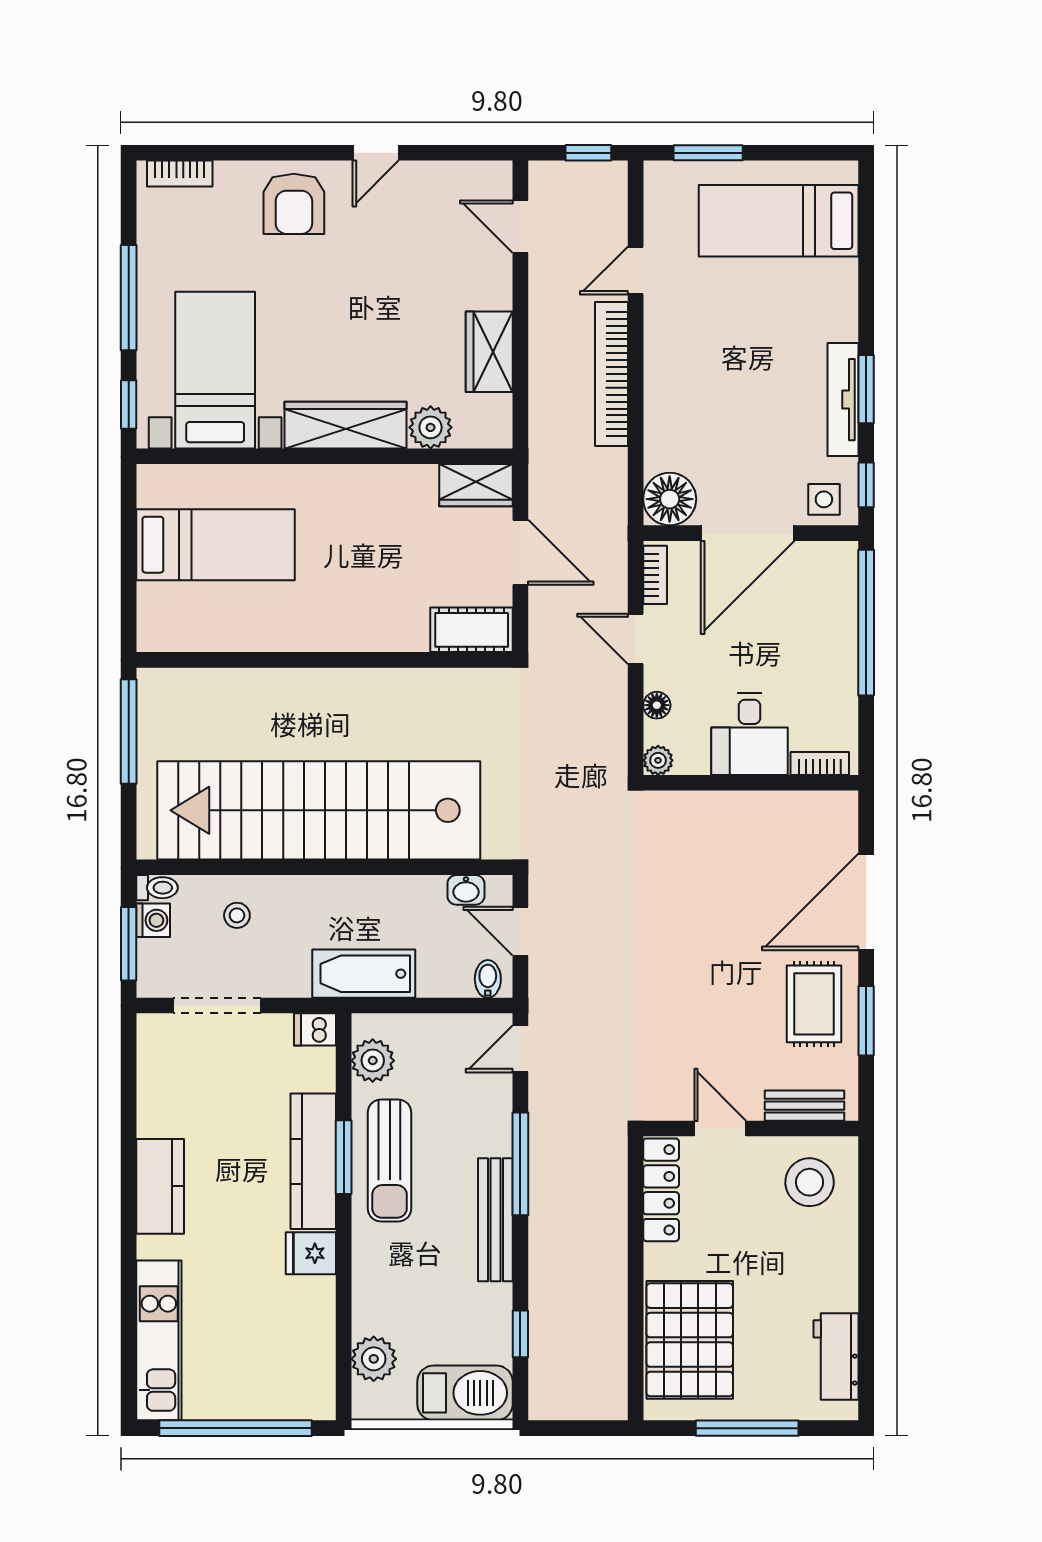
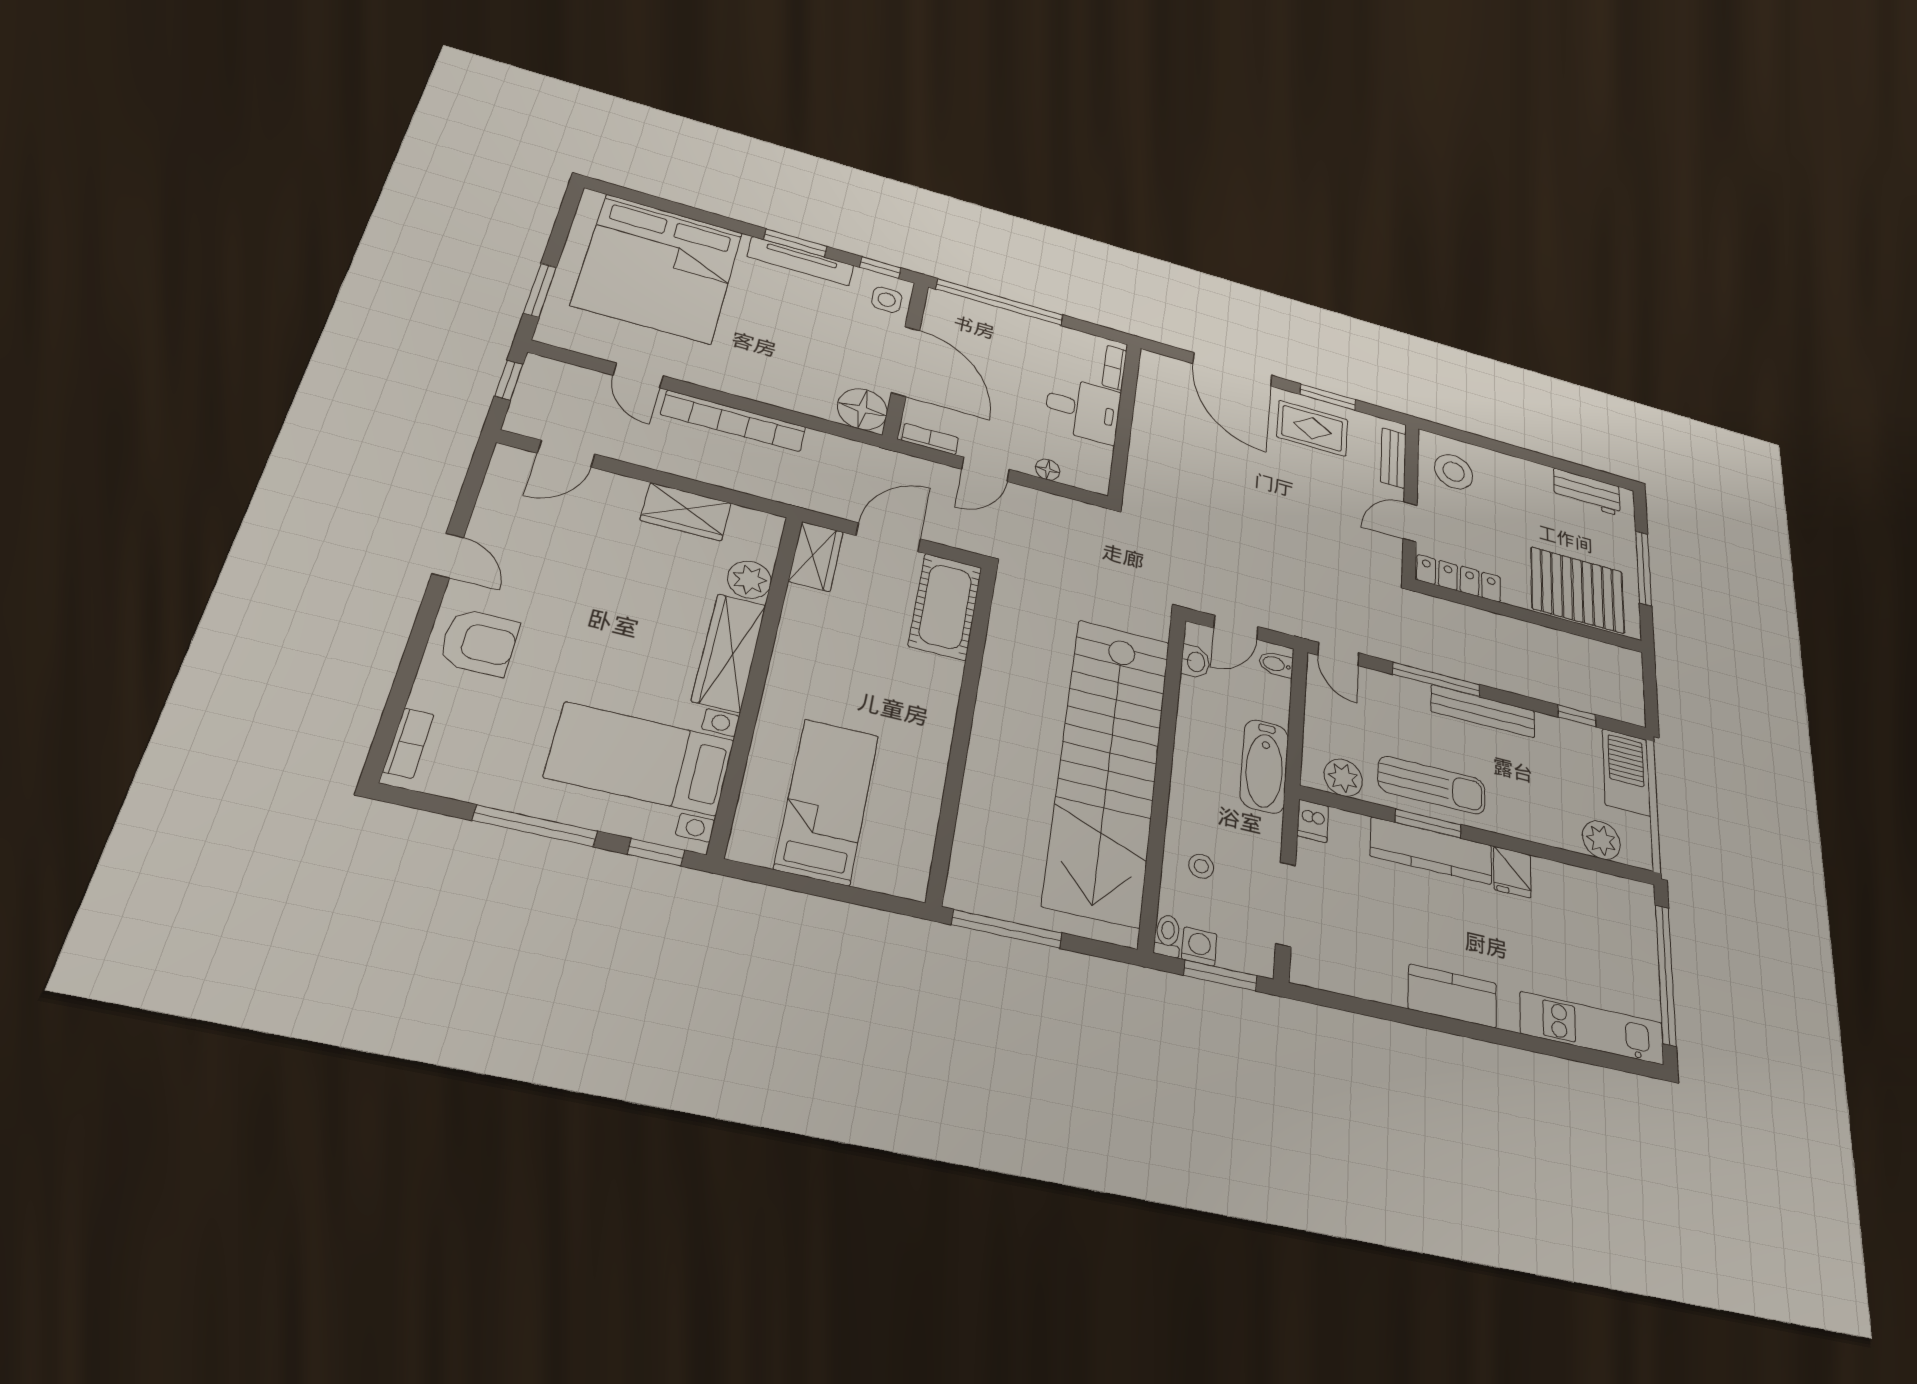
bed: (779, 221) -> (658, 268), width x2.04
cot: (472, 630) -> (945, 606), width x1.37, depth x1.34
plant: (658, 760) -> (1097, 482), removed

